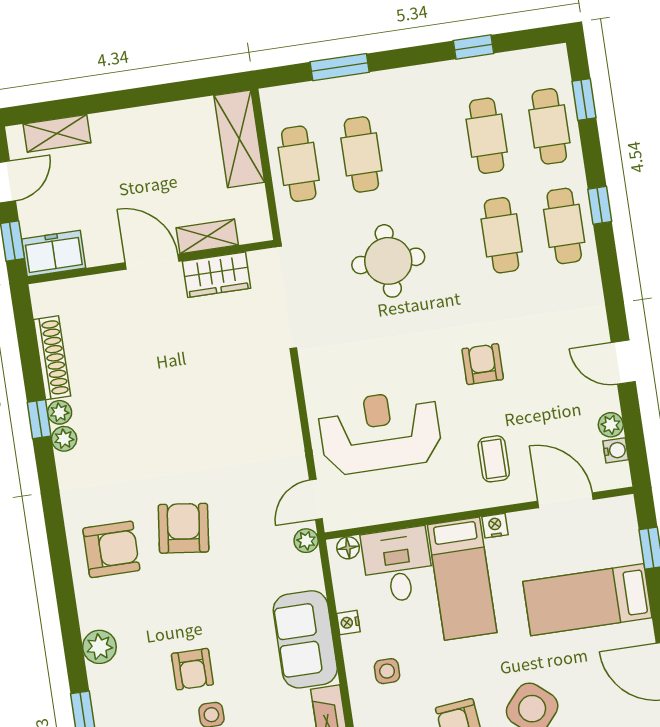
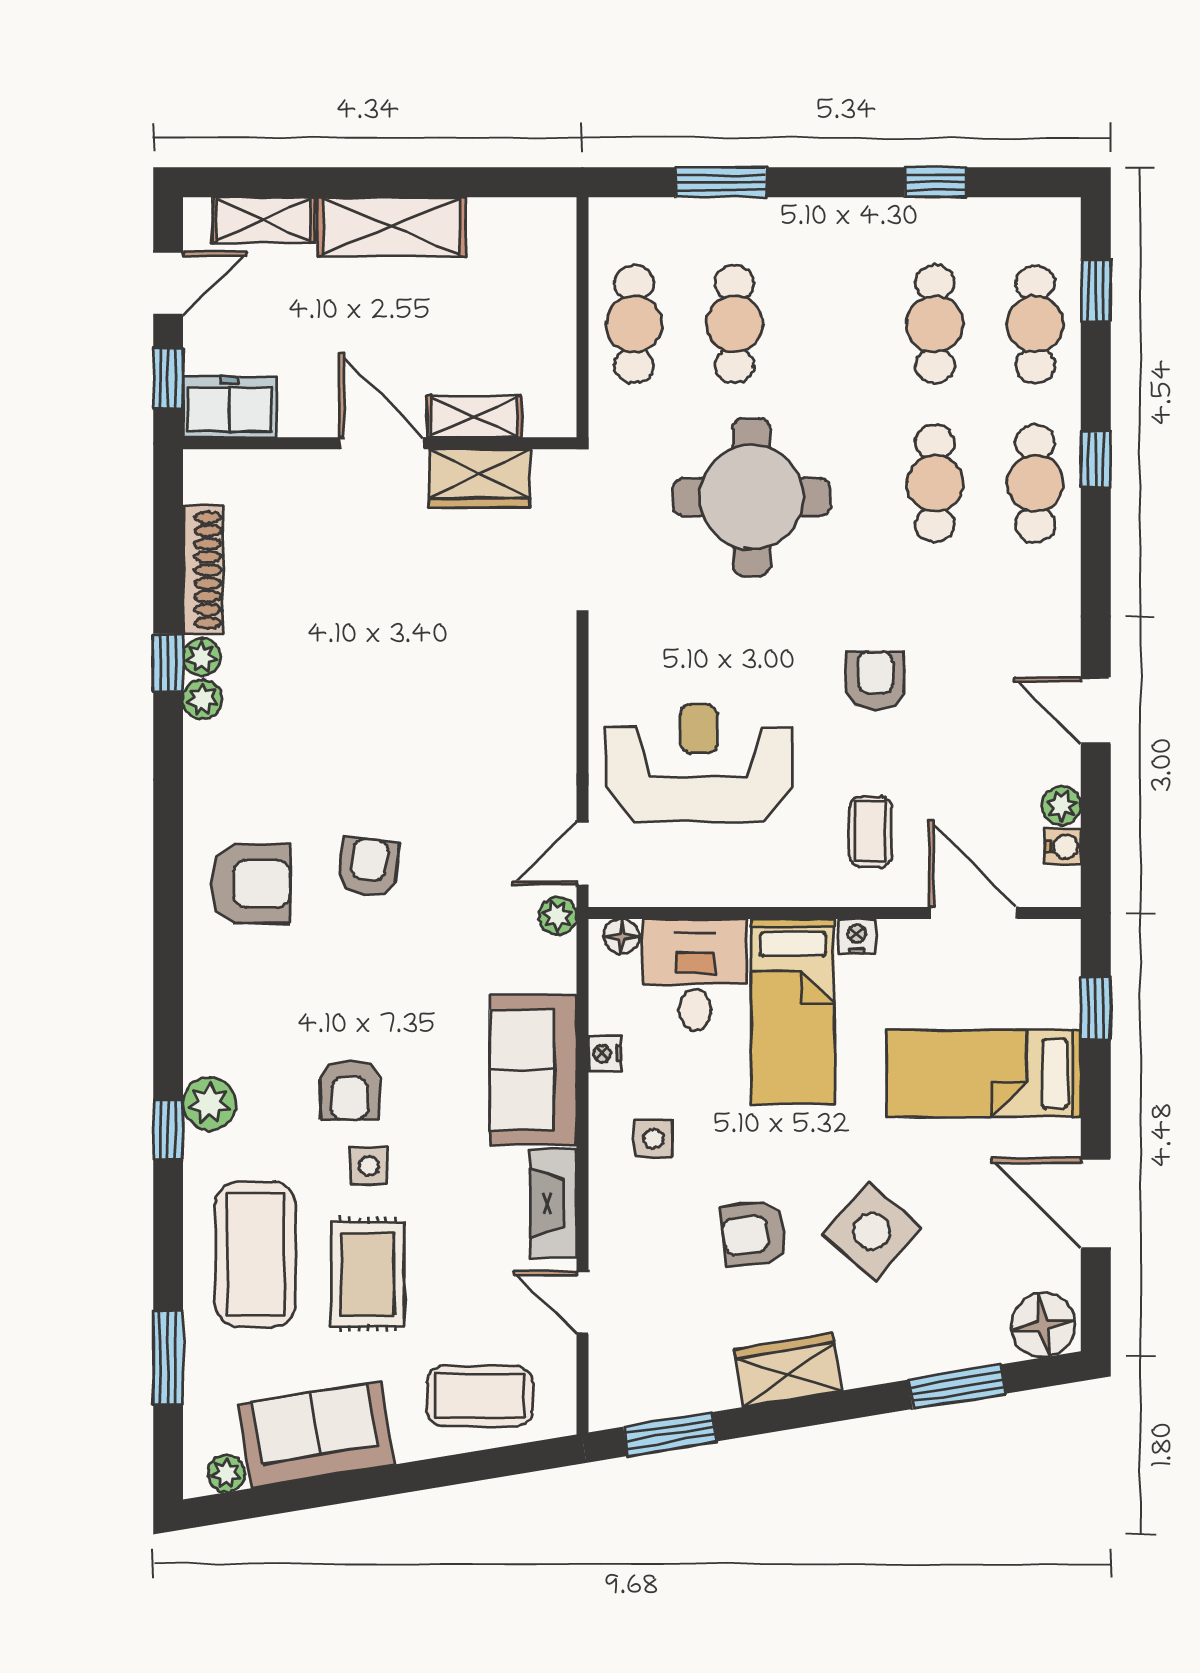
shelving: (239, 139) -> (392, 227), moved, turned 90
round table: (388, 261) -> (752, 497), width x1.36, depth x1.36
armchair: (184, 528) -> (369, 867), width x0.72, depth x0.72
plant: (99, 647) -> (209, 1104), moved

